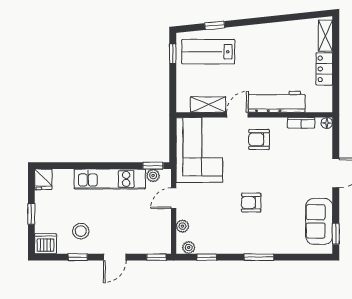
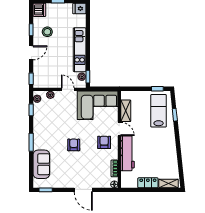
armchair: (251, 203) -> (74, 145), moved
sofa: (319, 221) -> (41, 164), moved, turned 90
door: (115, 257) -> (31, 53), swing flipped

